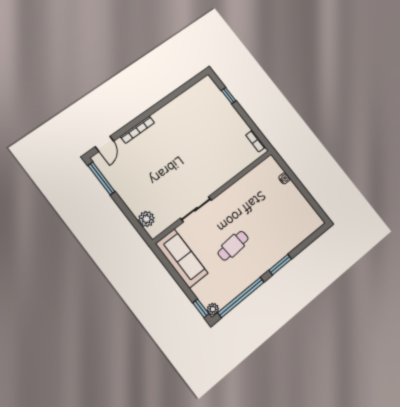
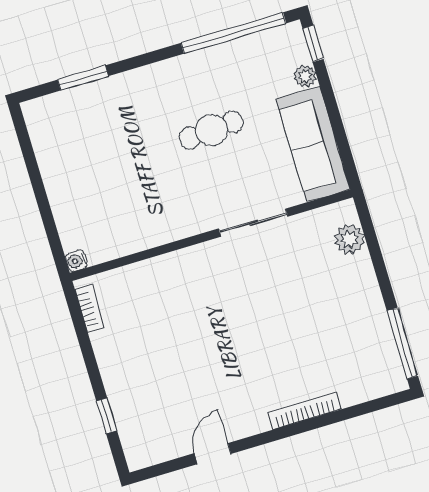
door: (104, 144) -> (213, 454), moved
water cooler: (284, 178) -> (76, 261), moved
window: (280, 265) -> (83, 78), moved
plant: (213, 309) -> (305, 76), moved

